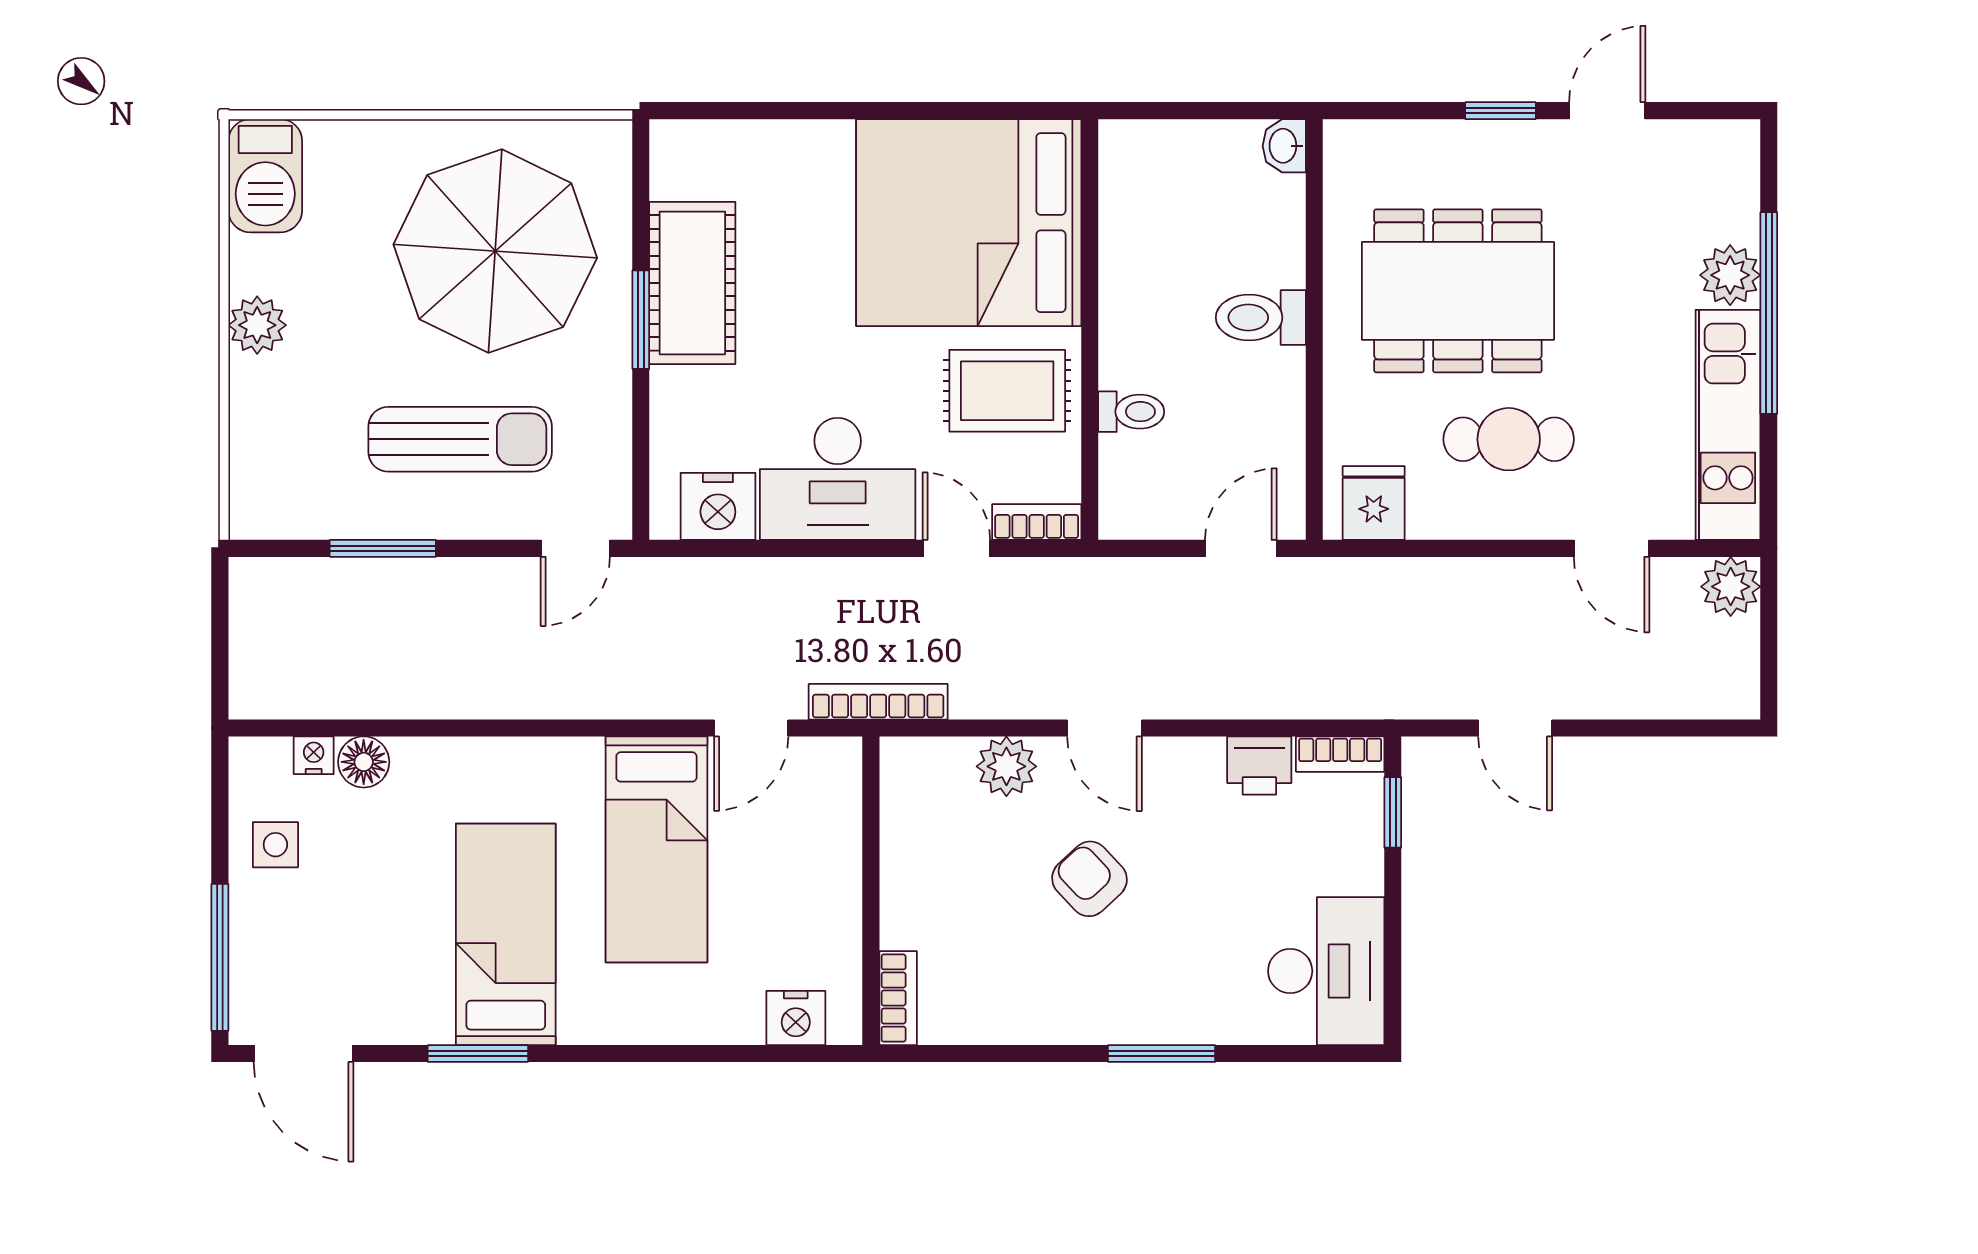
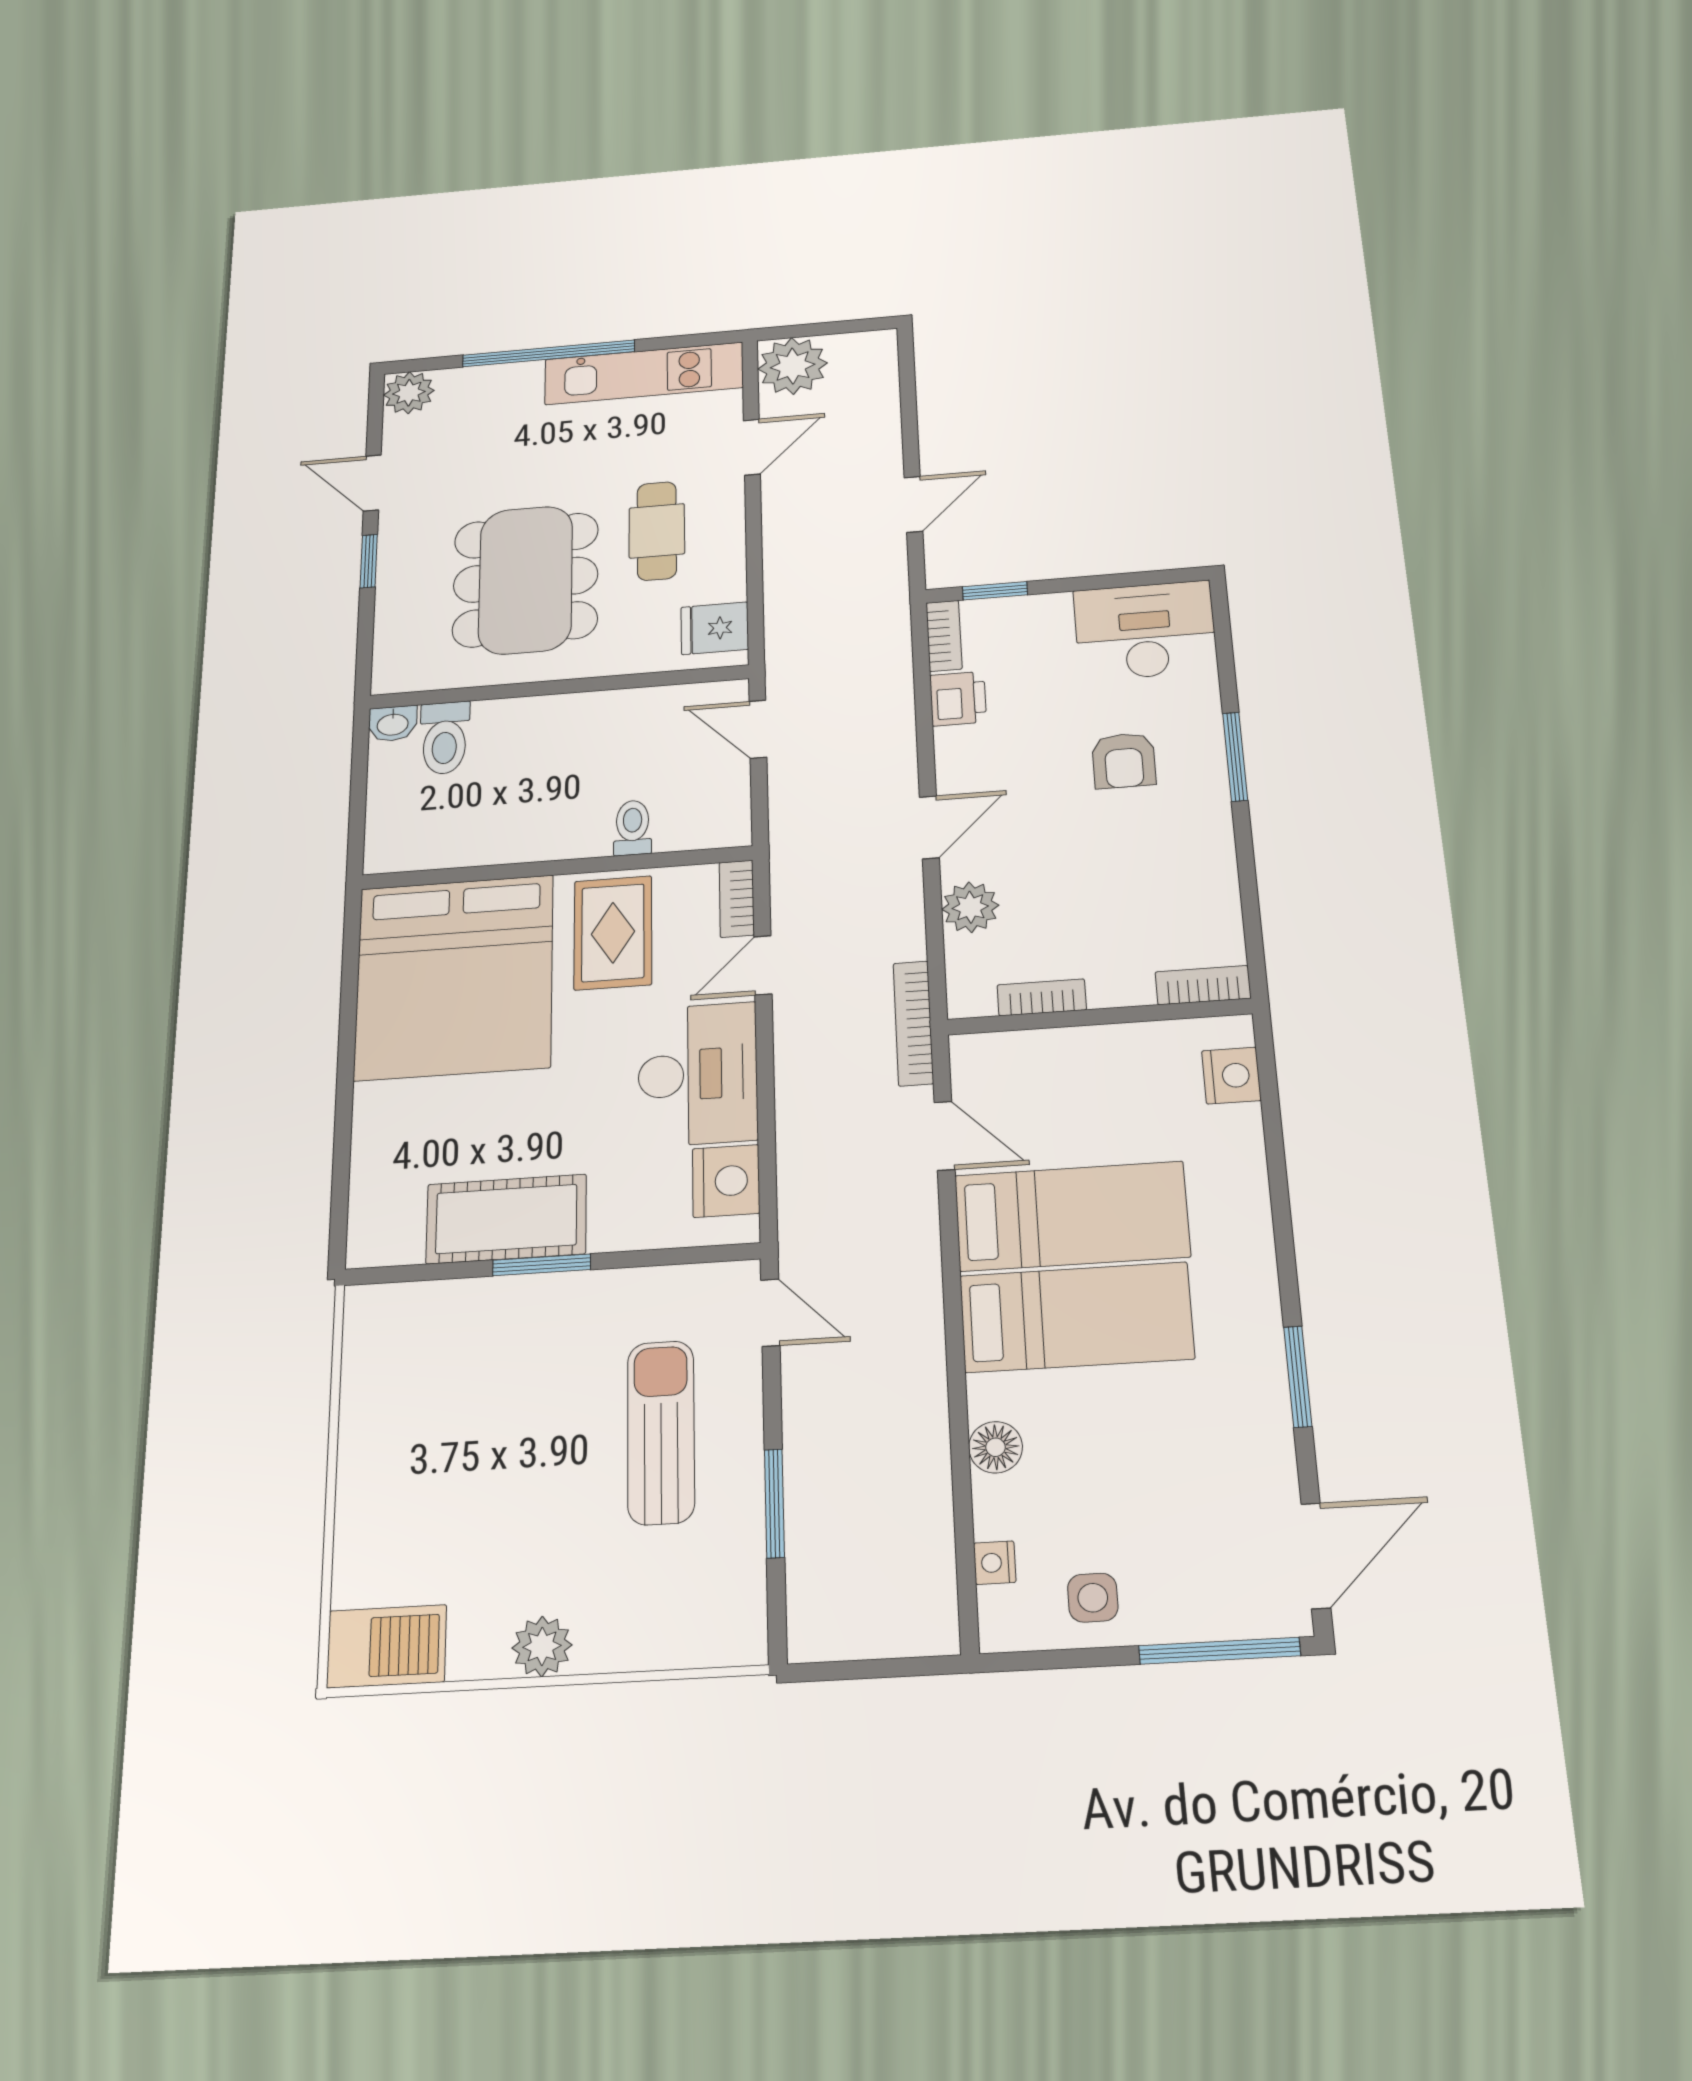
parasol: (495, 251) -> (471, 1409), removed
plant: (1730, 275) -> (409, 393), moved
toilet: (1261, 317) -> (445, 738), moved
plant: (1731, 587) -> (793, 366), width x1.36, depth x1.36
floor lamp: (364, 762) -> (996, 1447), moved
bookcase: (897, 834) -> (1042, 997), added
armchair: (1090, 879) -> (1124, 761), moved, turned -47
bed: (506, 934) -> (1076, 1317), moved, turned 180

